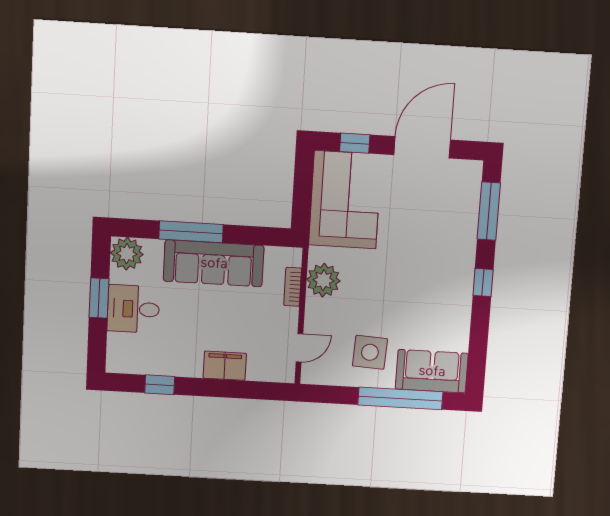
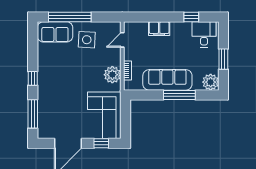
desk: (133, 309) -> (204, 34), moved, turned -90

